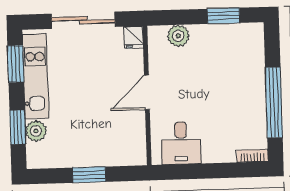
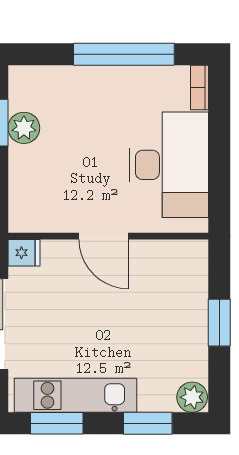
plant: (178, 36) -> (24, 128), moved
plant: (36, 131) -> (192, 397), moved
desk: (181, 143) -> (169, 165), width x1.87, depth x1.30

